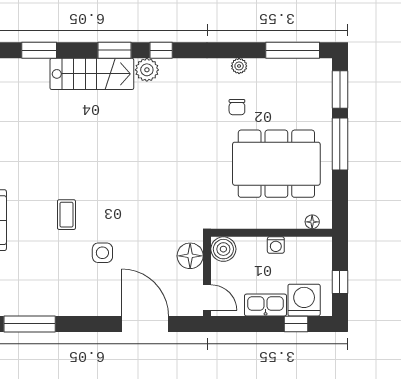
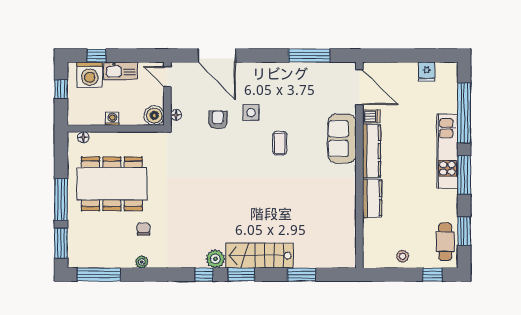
armchair: (144, 244) -> (218, 120), added
floor lamp: (190, 256) -> (176, 115), width x0.53, depth x0.53

